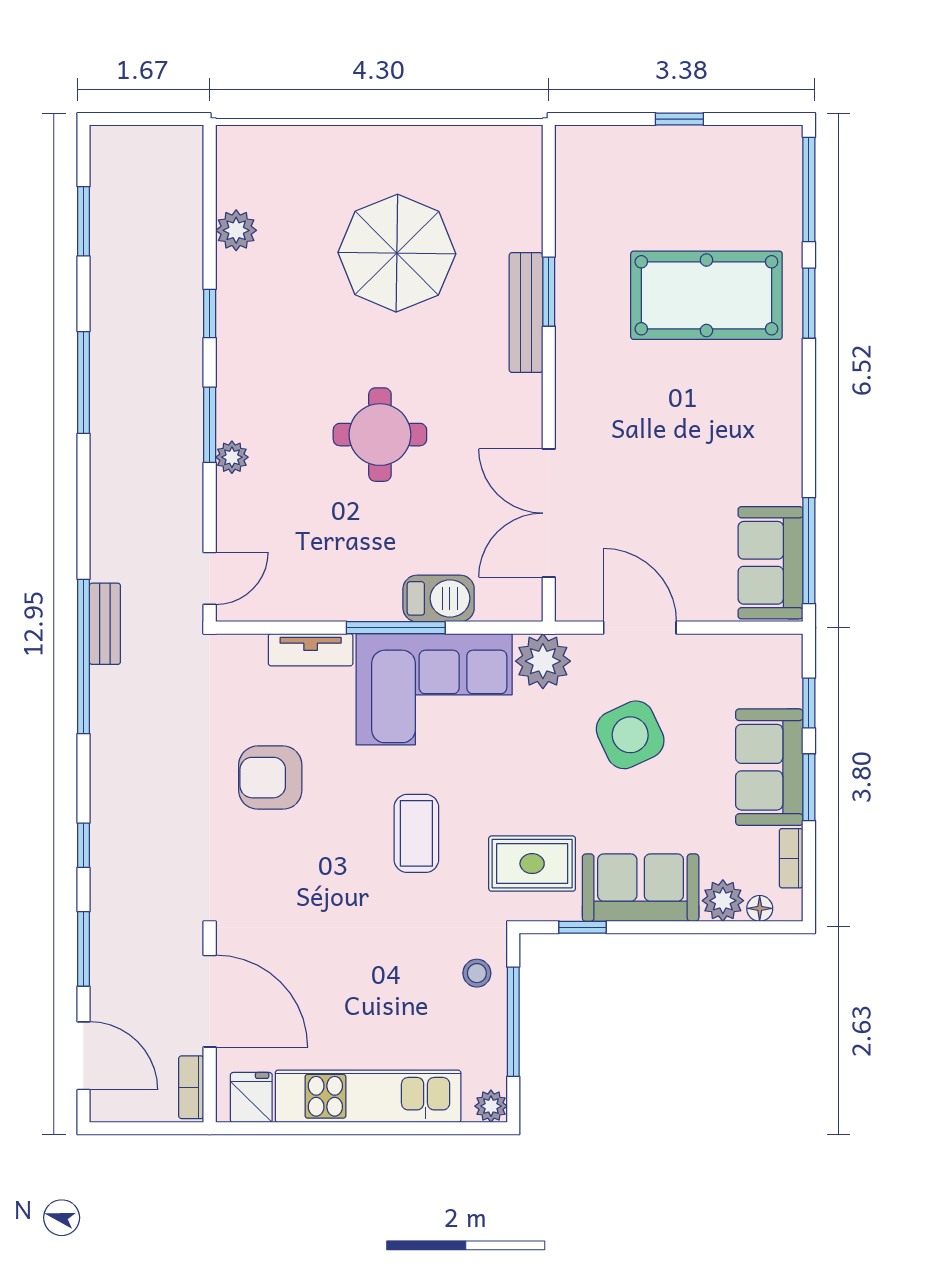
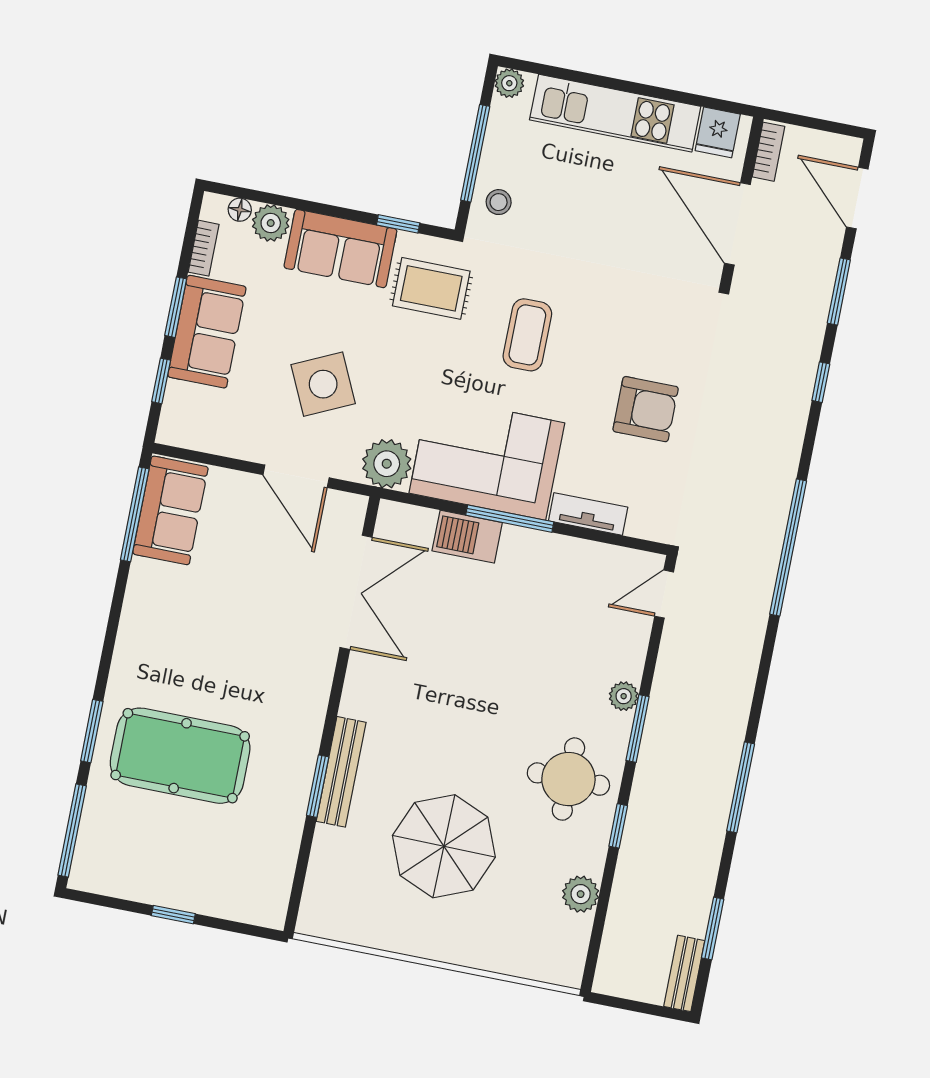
round table: (380, 435) -> (568, 779), moved
bench: (105, 624) -> (684, 973), moved

